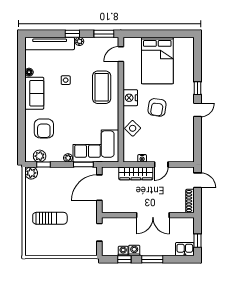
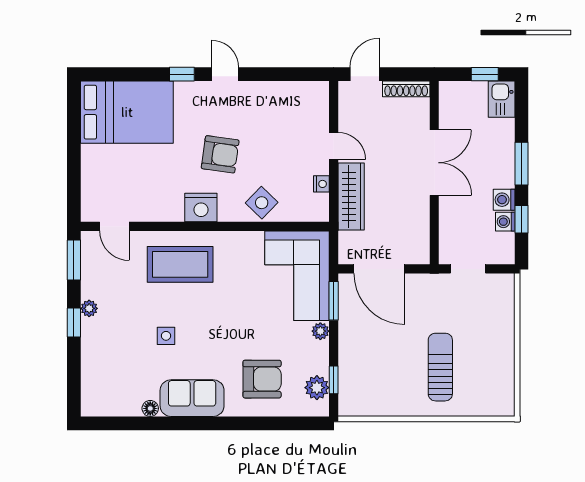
tv unit: (50, 43) -> (93, 368), removed
bed: (157, 60) -> (127, 112), moved
plant: (31, 173) -> (350, 404), removed

